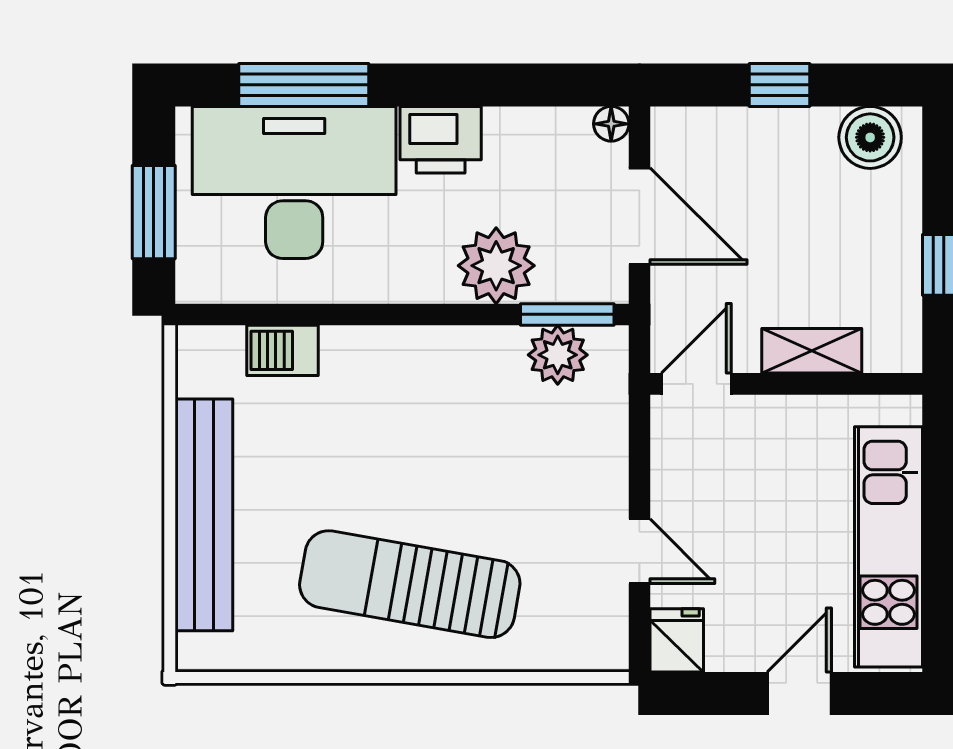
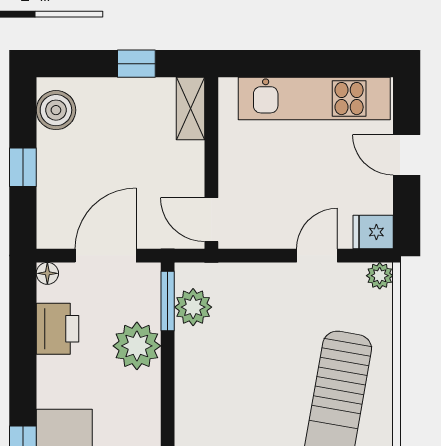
printer: (441, 140) -> (57, 329), moved
shelving: (812, 351) -> (191, 109), moved
plant: (607, 651) -> (380, 276), added

